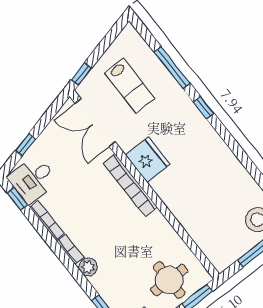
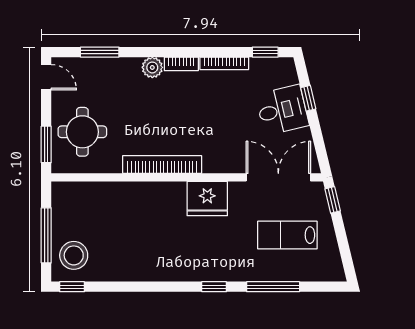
desk: (33, 179) -> (282, 110), moved, turned 77
bookcase: (130, 185) -> (162, 164), moved

